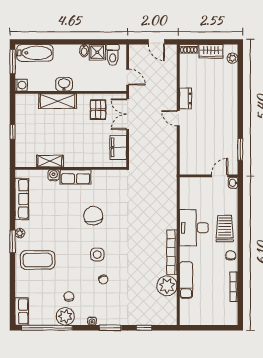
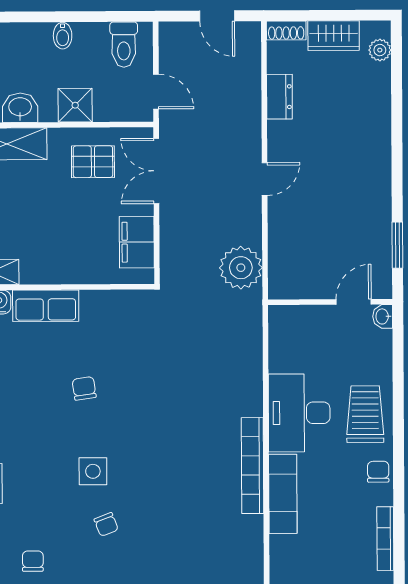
shower: (97, 52) -> (75, 105), moved
dresser: (185, 98) -> (279, 97), moved
pallet: (98, 110) -> (93, 162), turned 90
door: (178, 118) -> (265, 179), swing flipped
chair: (93, 216) -> (84, 388), width x0.54, depth x0.54
exam couch: (186, 280) -> (283, 494), moved
plant: (167, 286) -> (241, 268), moved

